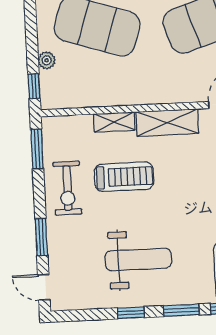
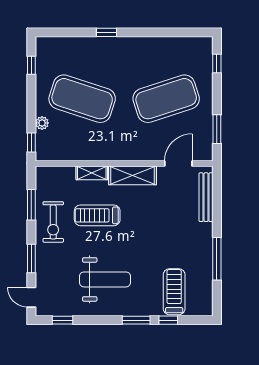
window: (37, 149) -> (31, 205), moved
treadmill: (124, 177) -> (97, 215), turned 180
window: (131, 313) -> (63, 320), moved

